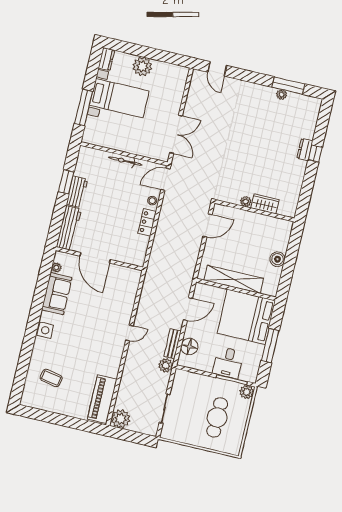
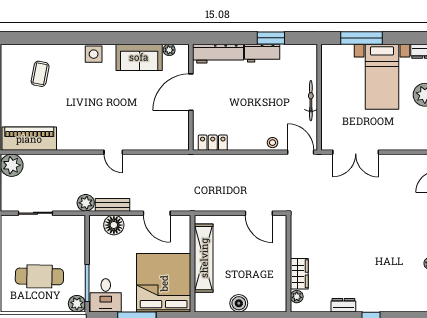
dresser: (305, 150) -> (343, 305), moved
plant: (246, 202) -> (297, 297), moved
locker: (147, 222) -> (213, 143), moved
desk: (228, 363) -> (106, 295), moved, turned -90

